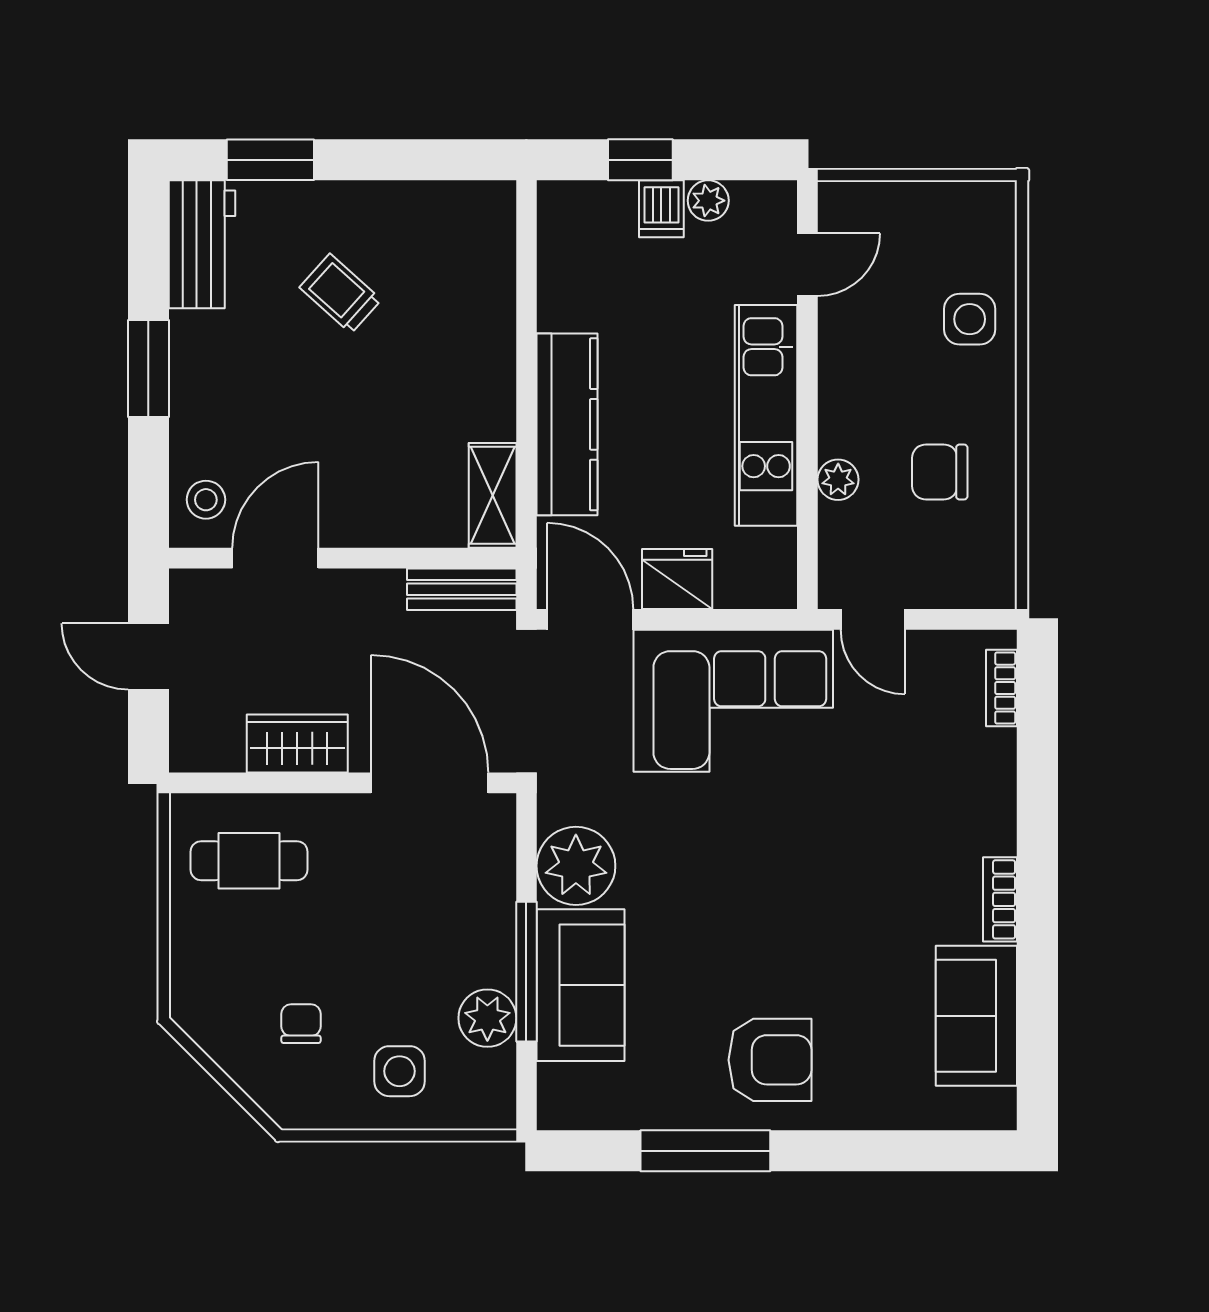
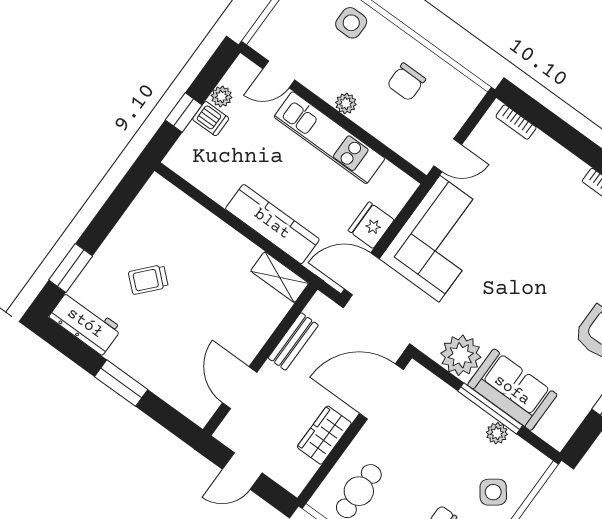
door: (807, 265) -> (279, 74), swing flipped
plant: (838, 480) -> (346, 103), moved
stool: (206, 500) -> (194, 399), removed
bench: (462, 589) -> (293, 341), moved
plant: (487, 1018) -> (497, 433), width x0.73, depth x0.73
side table: (399, 1071) -> (493, 492), turned -37

